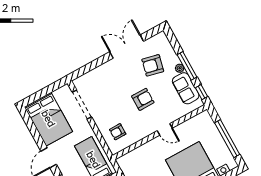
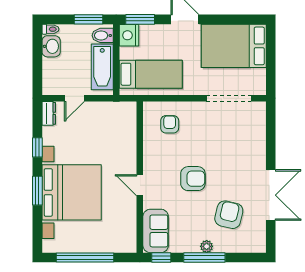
sofa: (186, 88) -> (156, 231), moved, turned 90
armchair: (143, 99) -> (193, 179), turned -90
door: (165, 129) -> (140, 185), hinge flipped

